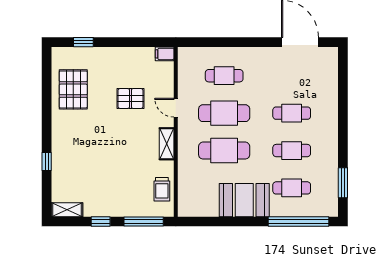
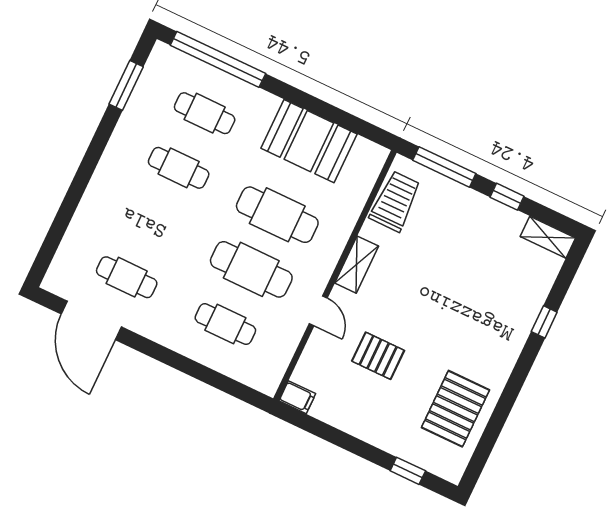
cafe table: (292, 113) -> (127, 277), moved
trolley: (162, 189) -> (395, 201), width x1.36, depth x1.39
booth: (244, 200) -> (309, 141), moved

